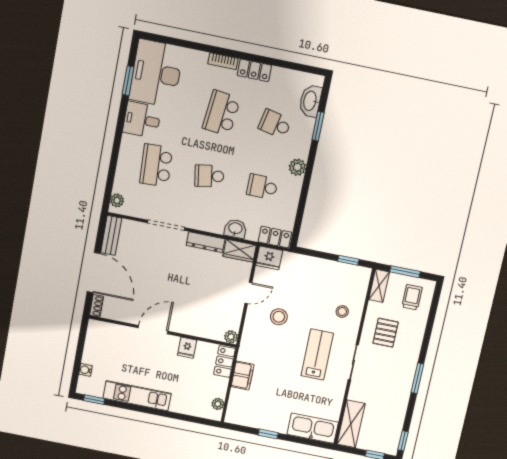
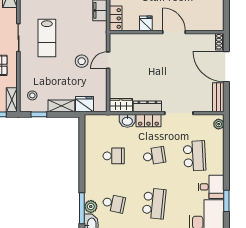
window: (128, 81) -> (226, 201), moved
window: (318, 126) -> (82, 208), width x1.44
plant: (297, 167) -> (91, 207), moved
locker: (275, 237) -> (148, 121), moved
fridge: (269, 258) -> (84, 104), moved
shelving: (317, 265) -> (61, 106), added
door: (248, 293) -> (108, 60), moved
stool: (342, 311) -> (32, 95), moved
door: (153, 330) -> (174, 32), swing flipped
plant: (231, 337) -> (114, 39), removed

